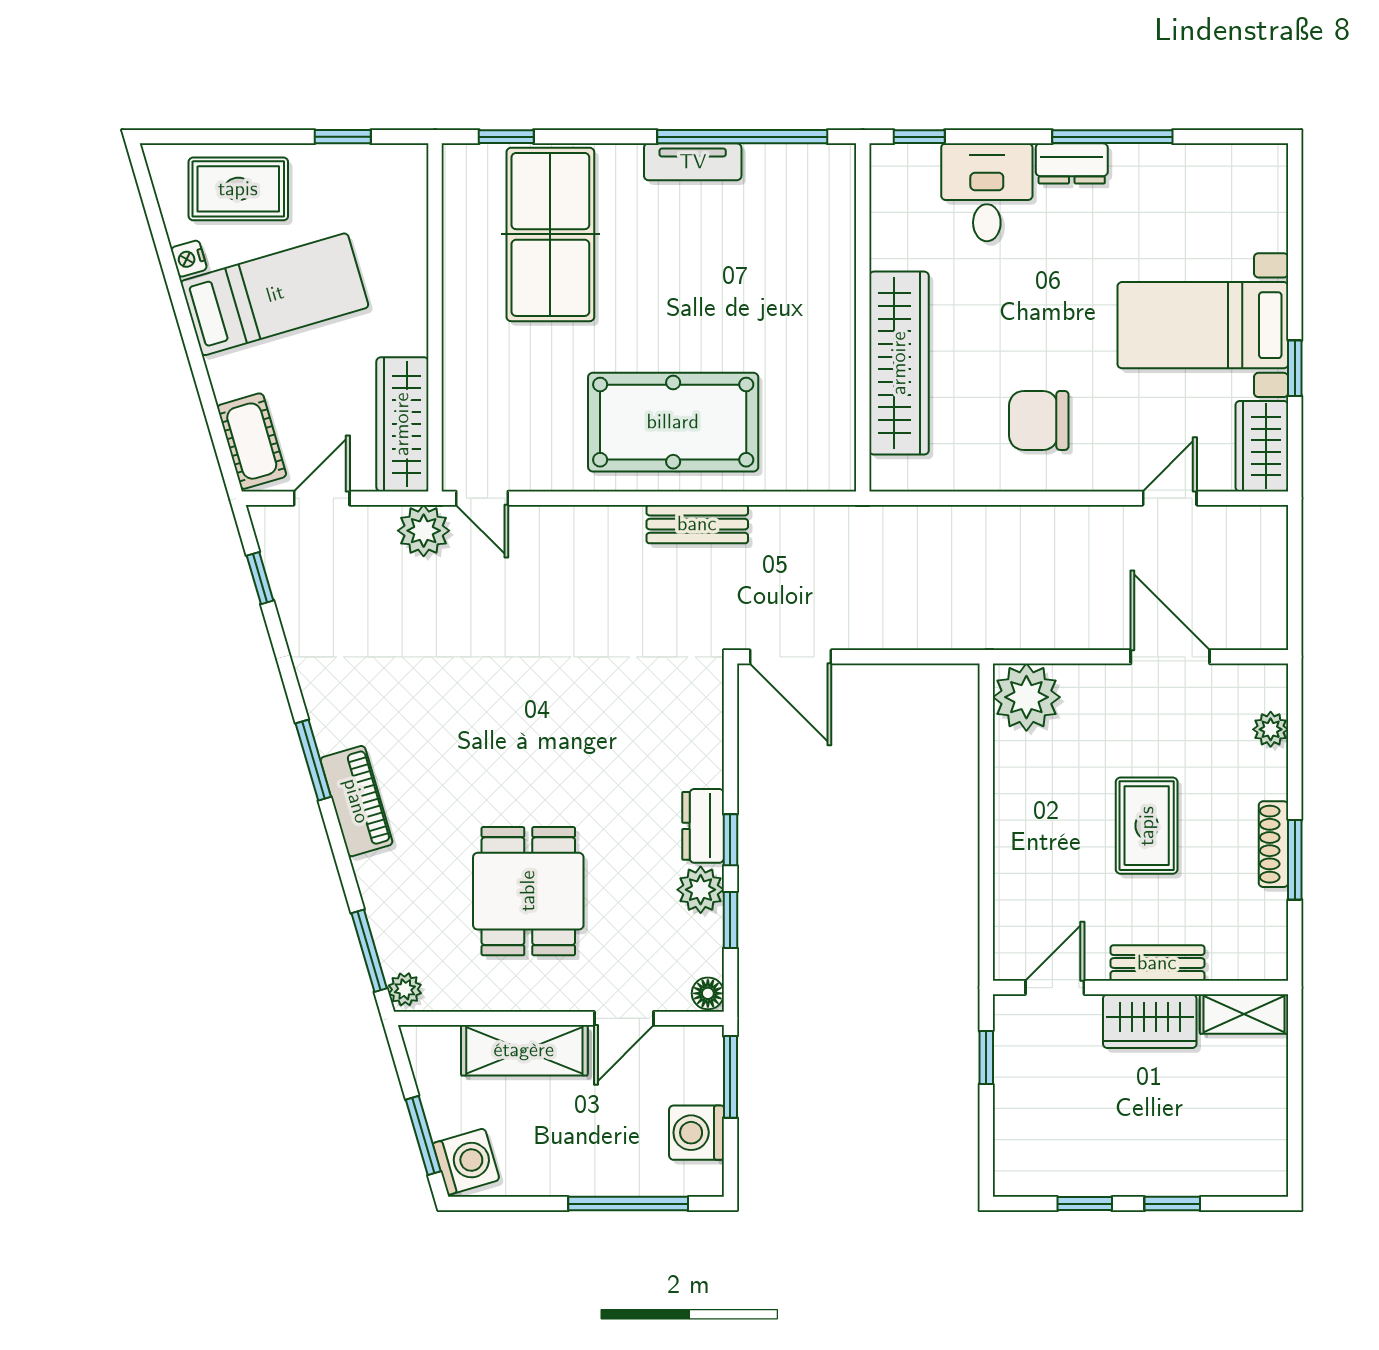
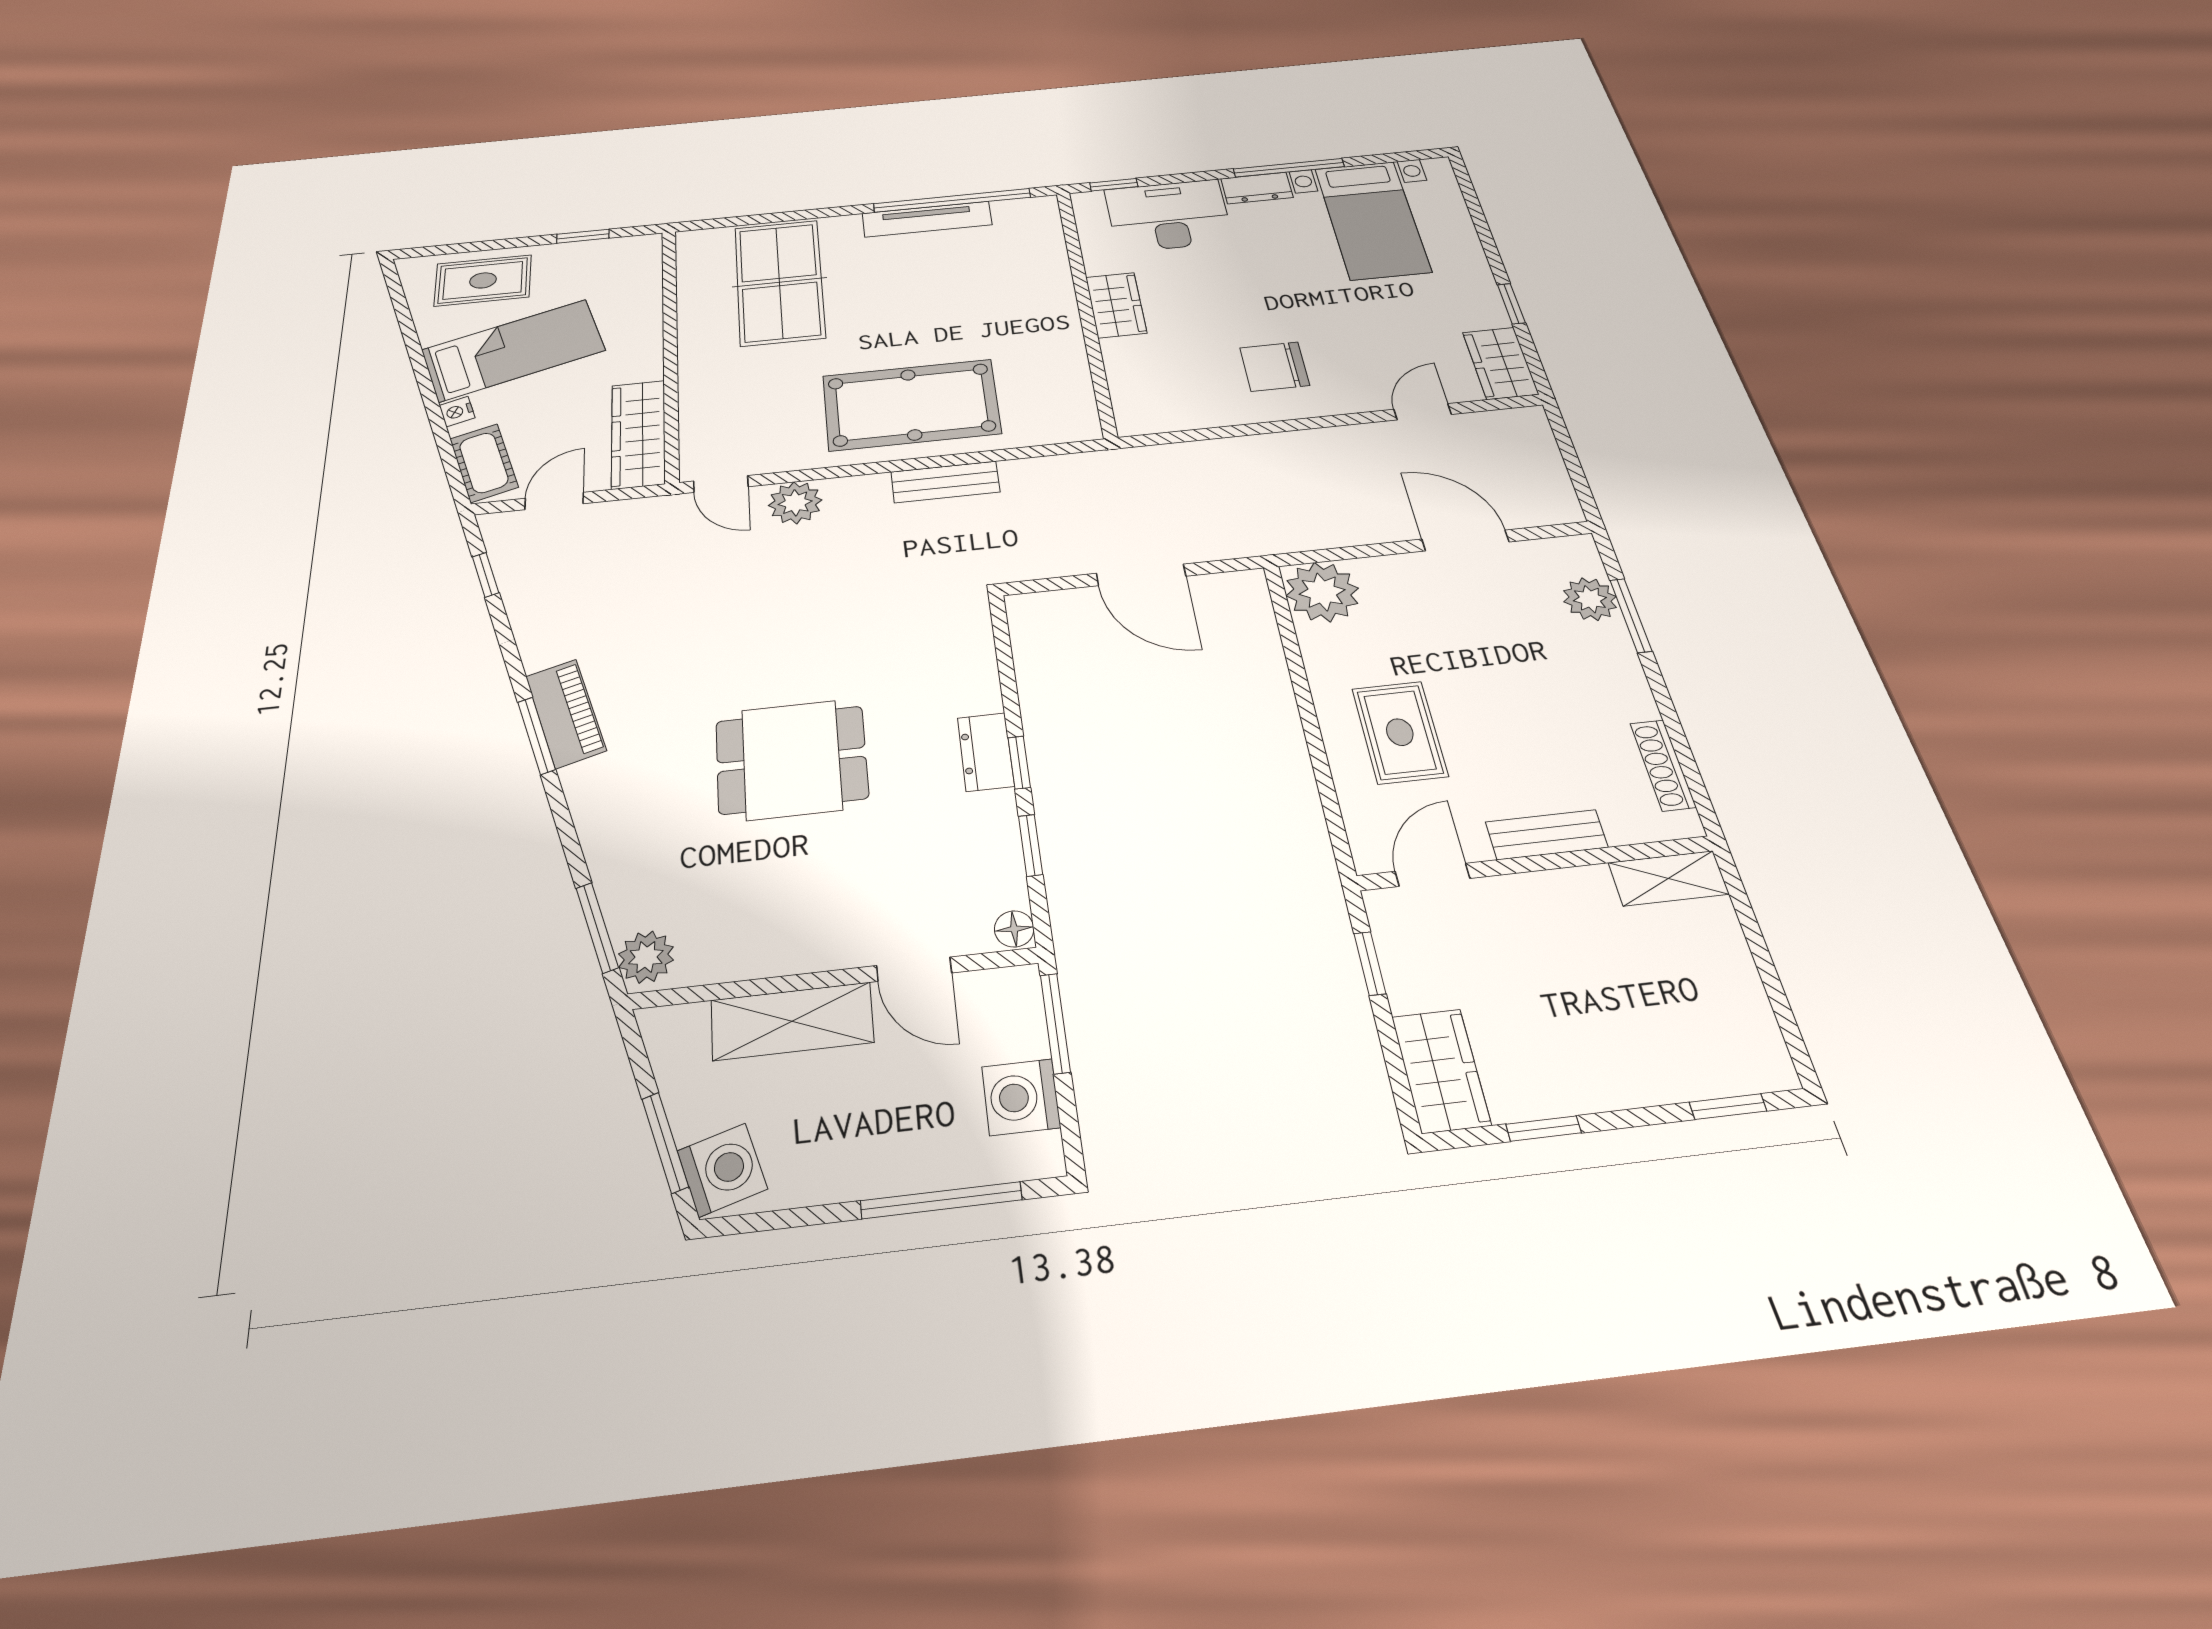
window: (506, 137) -> (735, 221), removed
tv unit: (693, 162) -> (927, 219), width x1.41
desk: (987, 192) -> (1168, 216), width x1.37
nightstand: (189, 259) -> (457, 412), moved
bed with nightstands: (1203, 325) -> (1372, 220), moved, turned -90
wardrobe: (899, 363) -> (1116, 305), width x0.48, depth x0.85
plant: (424, 531) -> (795, 503), moved
door: (791, 657) -> (1141, 575), moved
plant: (1271, 729) -> (1590, 599), width x1.38, depth x1.38
piano: (356, 801) -> (566, 713), moved
rug: (1147, 826) -> (1400, 732), moved
shoe rack: (1274, 844) -> (1663, 765), moved
window: (1295, 860) -> (1631, 615), moved
plant: (701, 890) -> (991, 817), removed
dining table: (528, 891) -> (792, 760), moved, turned 90
plant: (405, 989) -> (646, 957), width x1.38, depth x1.38
door: (624, 1018) -> (914, 969), hinge flipped
wardrobe: (1150, 1021) -> (1441, 1071), moved, turned -90
window: (1172, 1204) -> (1728, 1107), moved

